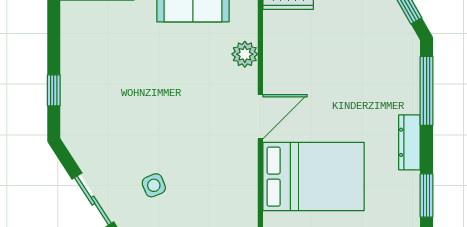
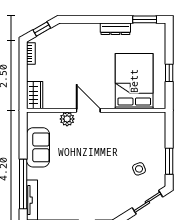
window: (427, 91) -> (87, 19), removed
door: (260, 117) -> (88, 110), moved

